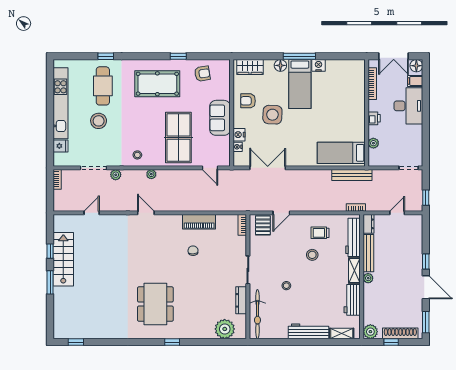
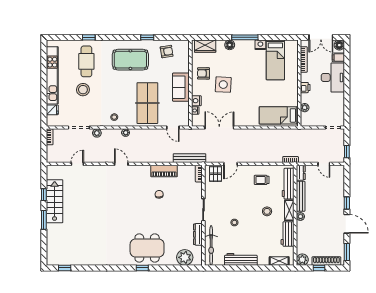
bed: (300, 84) -> (275, 60), moved
bench: (352, 175) -> (189, 158), moved
door: (397, 213) -> (324, 164), swing flipped
stool: (312, 255) -> (267, 211), moved
dining table: (155, 304) -> (147, 248), moved, turned 90
workbench: (309, 331) -> (241, 259), moved

